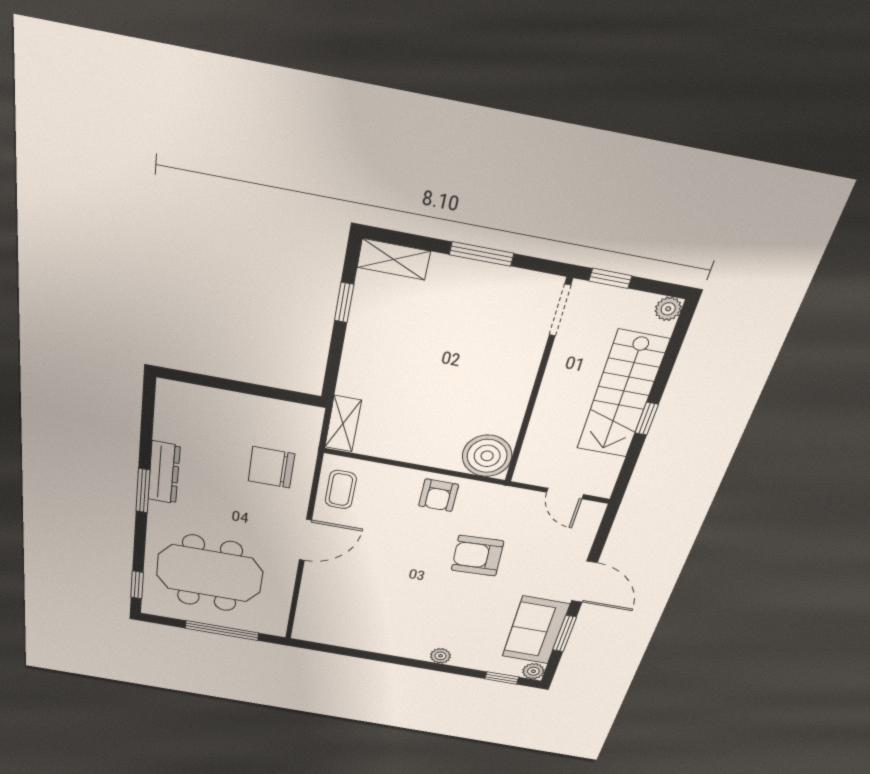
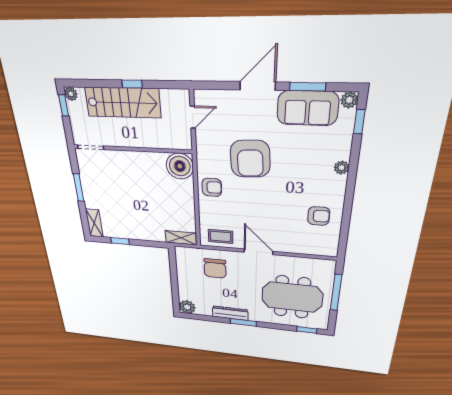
window: (610, 278) -> (64, 105), moved
plant: (173, 396) -> (187, 307), added
armchair: (477, 556) -> (250, 159), width x1.36, depth x1.36
meeting table: (210, 573) -> (292, 297), turned 90
armchair: (366, 624) -> (319, 216), added

